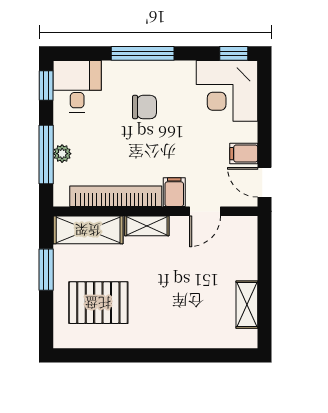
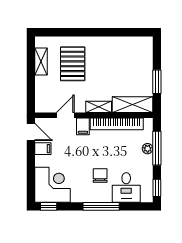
desk: (77, 86) -> (126, 187), moved
chair: (144, 107) -> (100, 175), turned 90
pallet: (98, 303) -> (73, 64), moved, turned 90

